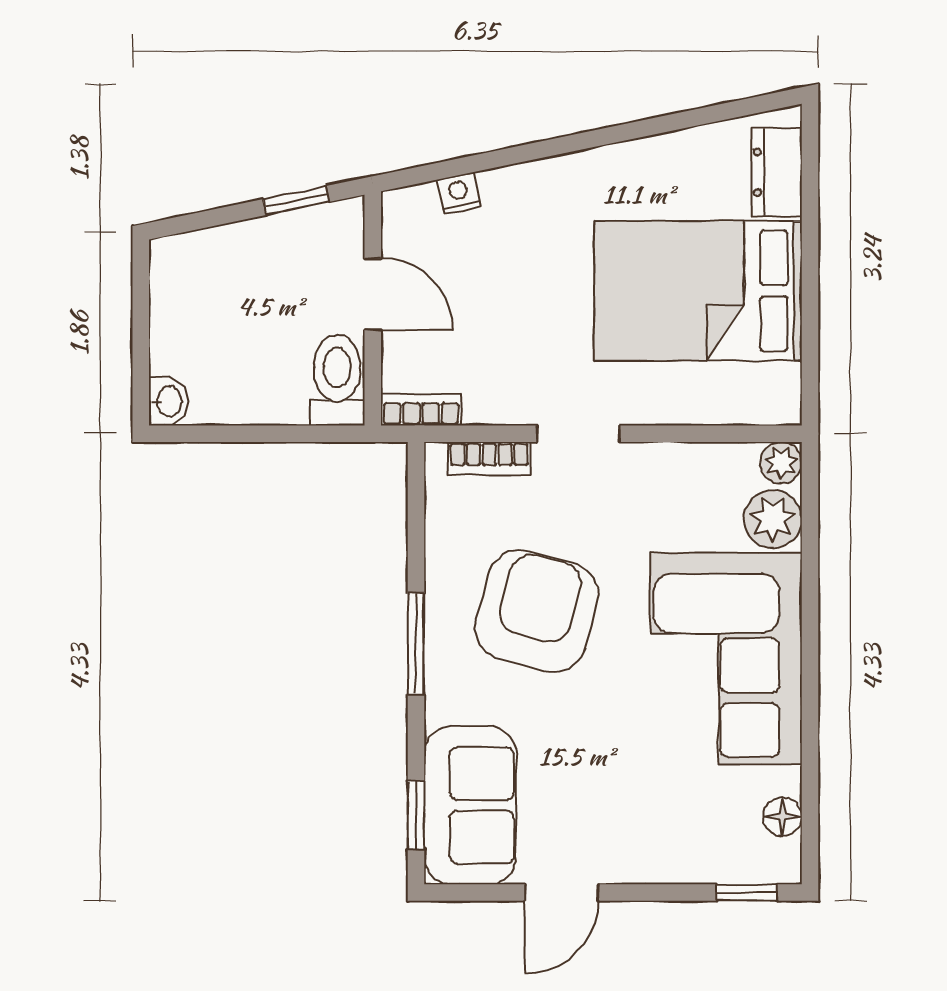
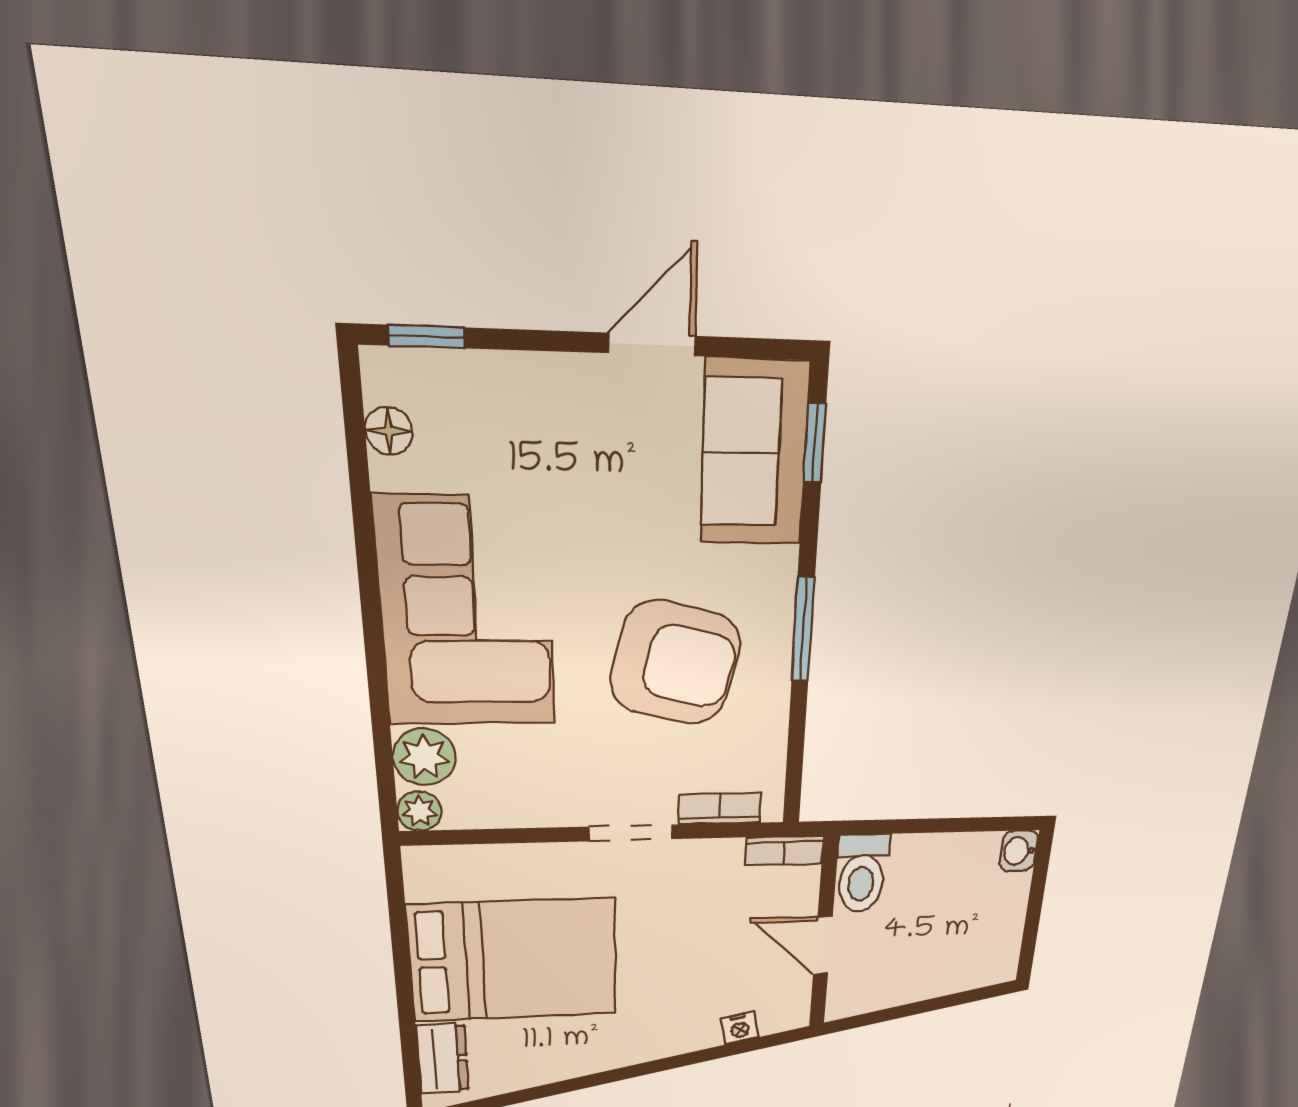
window: (296, 201) -> (885, 1015), removed
armchair: (537, 611) -> (675, 663), turned -91

